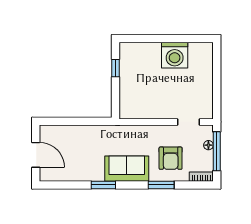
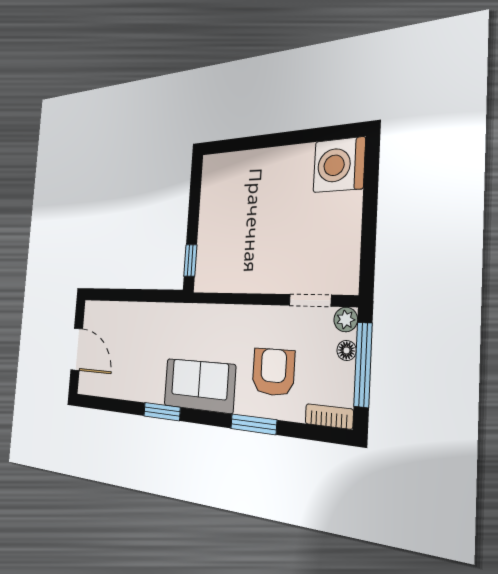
washing machine: (175, 55) -> (339, 165), moved, turned 90
window: (115, 68) -> (190, 260), moved
plant: (207, 131) -> (346, 320), added
armchair: (171, 158) -> (273, 372), turned 180

